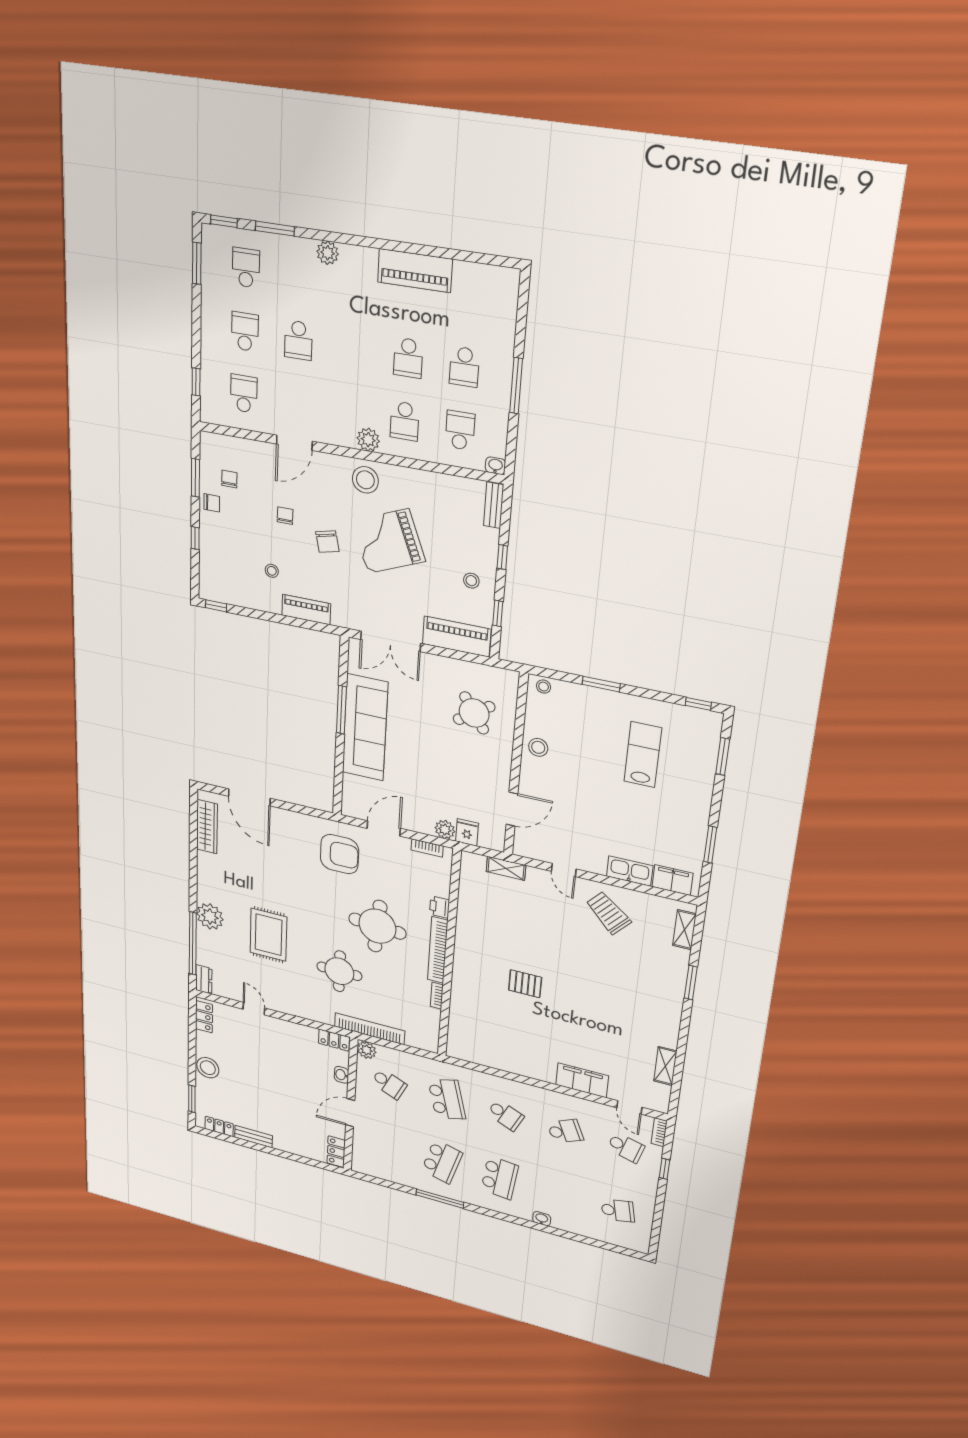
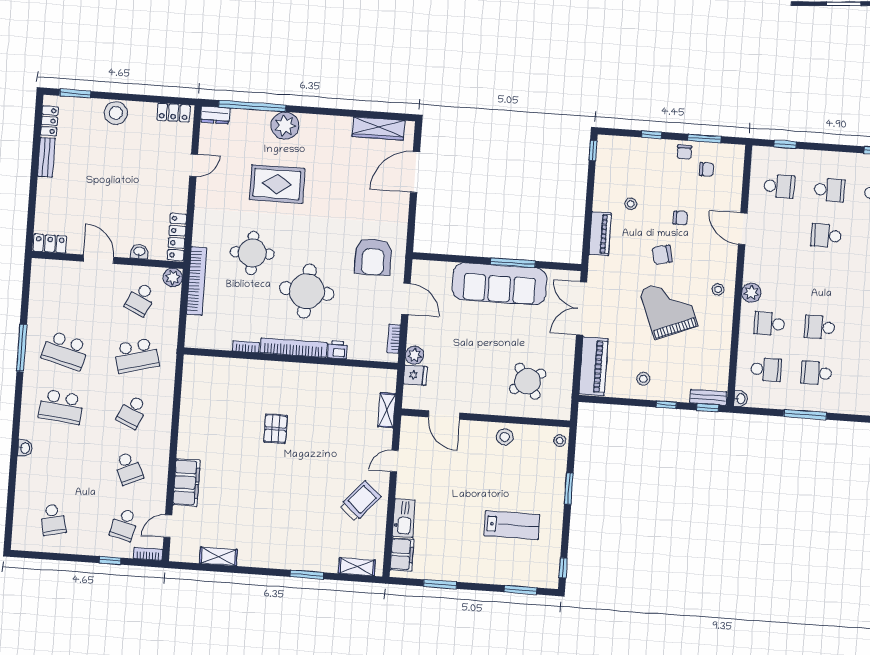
stool: (365, 480) -> (718, 289), width x0.53, depth x0.53
window: (498, 613) -> (708, 408), moved
locker: (334, 1040) -> (177, 237), width x1.53

